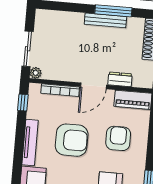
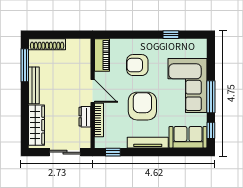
window: (113, 11) -> (25, 65), moved
wardrobe: (61, 20) -> (37, 125), added
plant: (36, 73) -> (86, 143), removed
dresser: (120, 79) -> (85, 117), moved

